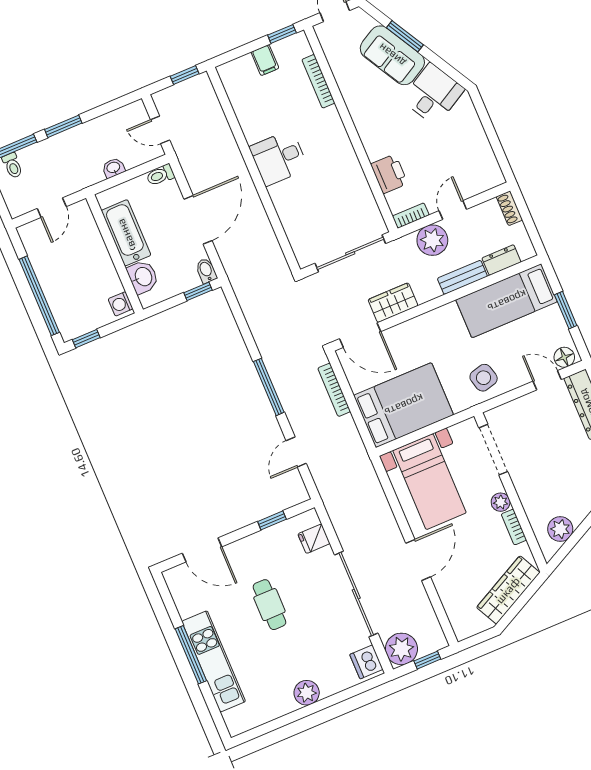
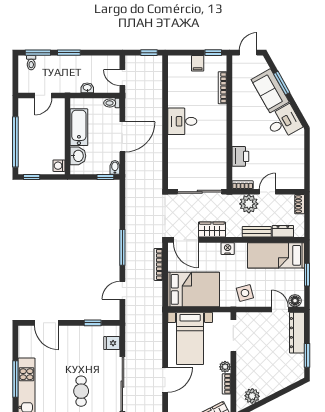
nightstand: (429, 322) -> (228, 249), added
cafe table: (269, 605) -> (81, 391), moved

